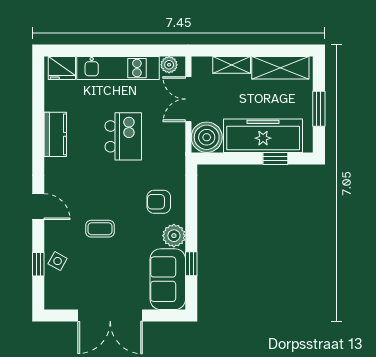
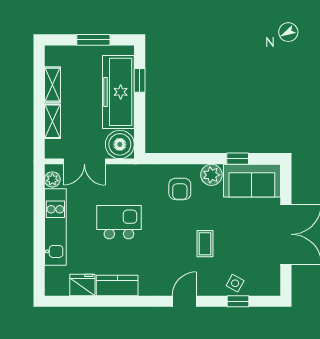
fridge: (62, 68) -> (82, 285), moved, turned -90
shelving: (280, 68) -> (53, 85), width x0.67, depth x0.75

